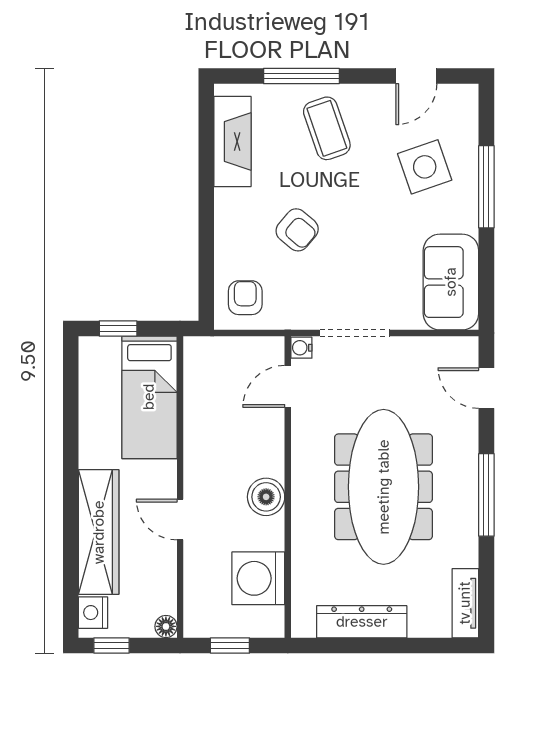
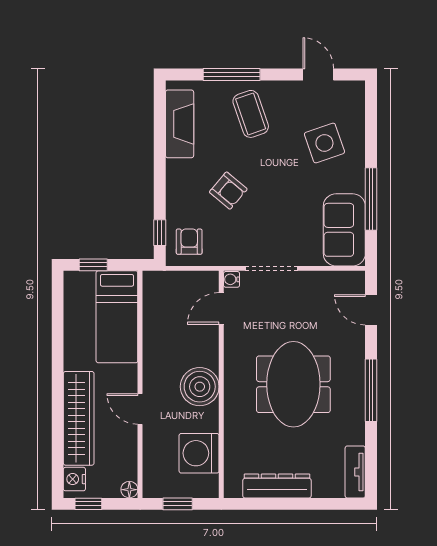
door: (416, 76) -> (318, 75), swing flipped
window: (486, 187) -> (371, 199), moved
window: (206, 286) -> (160, 233), added
meeting table: (384, 487) -> (293, 384), width x0.73
boiler: (266, 497) -> (200, 387), width x1.37, depth x1.37

